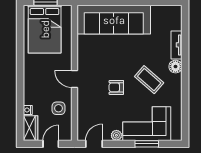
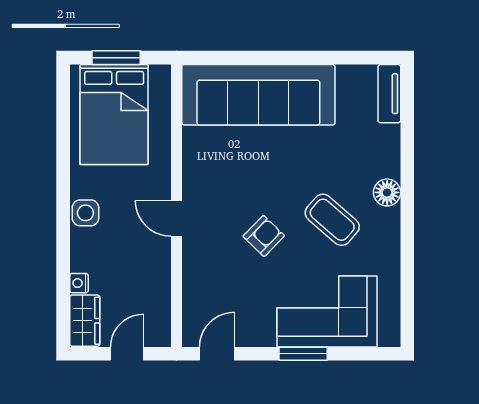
tv unit: (177, 45) -> (389, 94), moved
armchair: (116, 87) -> (264, 236), turned 134
side table: (59, 108) -> (85, 213), moved
plant: (116, 135) -> (264, 336), removed
window: (147, 144) -> (303, 354), moved

